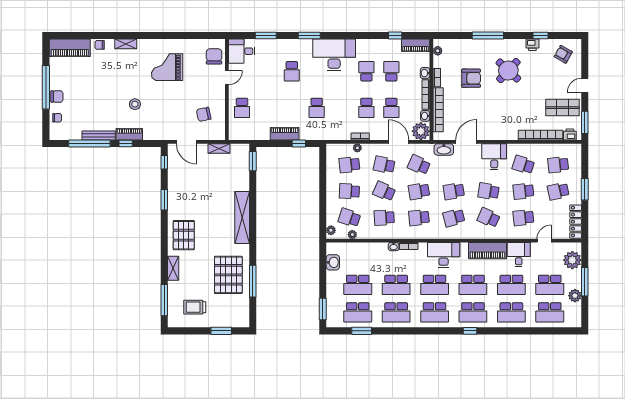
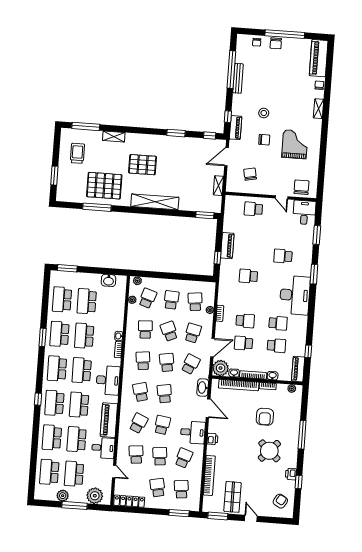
chair: (214, 56) -> (301, 187), turned -90
chair: (164, 101) -> (264, 140), added
school desk: (366, 108) -> (245, 321), turned 180
piano: (129, 134) -> (236, 128), moved
printer: (570, 134) -> (212, 439), moved
window: (126, 144) -> (228, 117), moved
window: (585, 189) -> (179, 513), moved
school desk: (384, 191) -> (169, 331), turned -48
pallet: (184, 235) -> (143, 165), moved
window: (362, 331) -> (43, 337), moved

